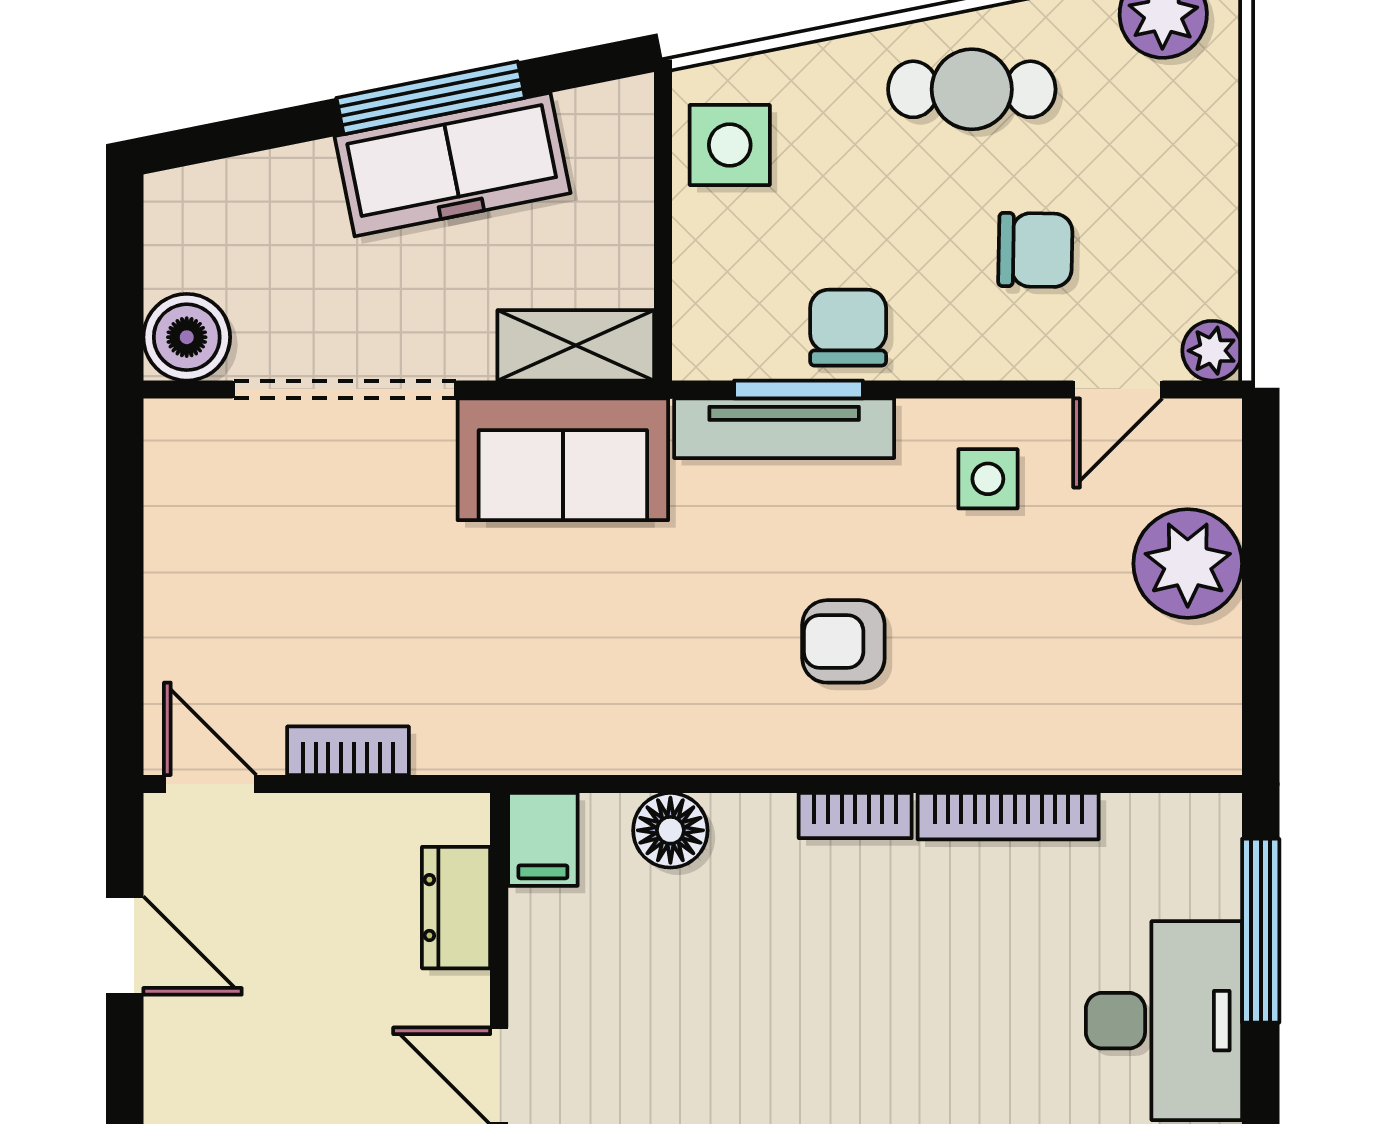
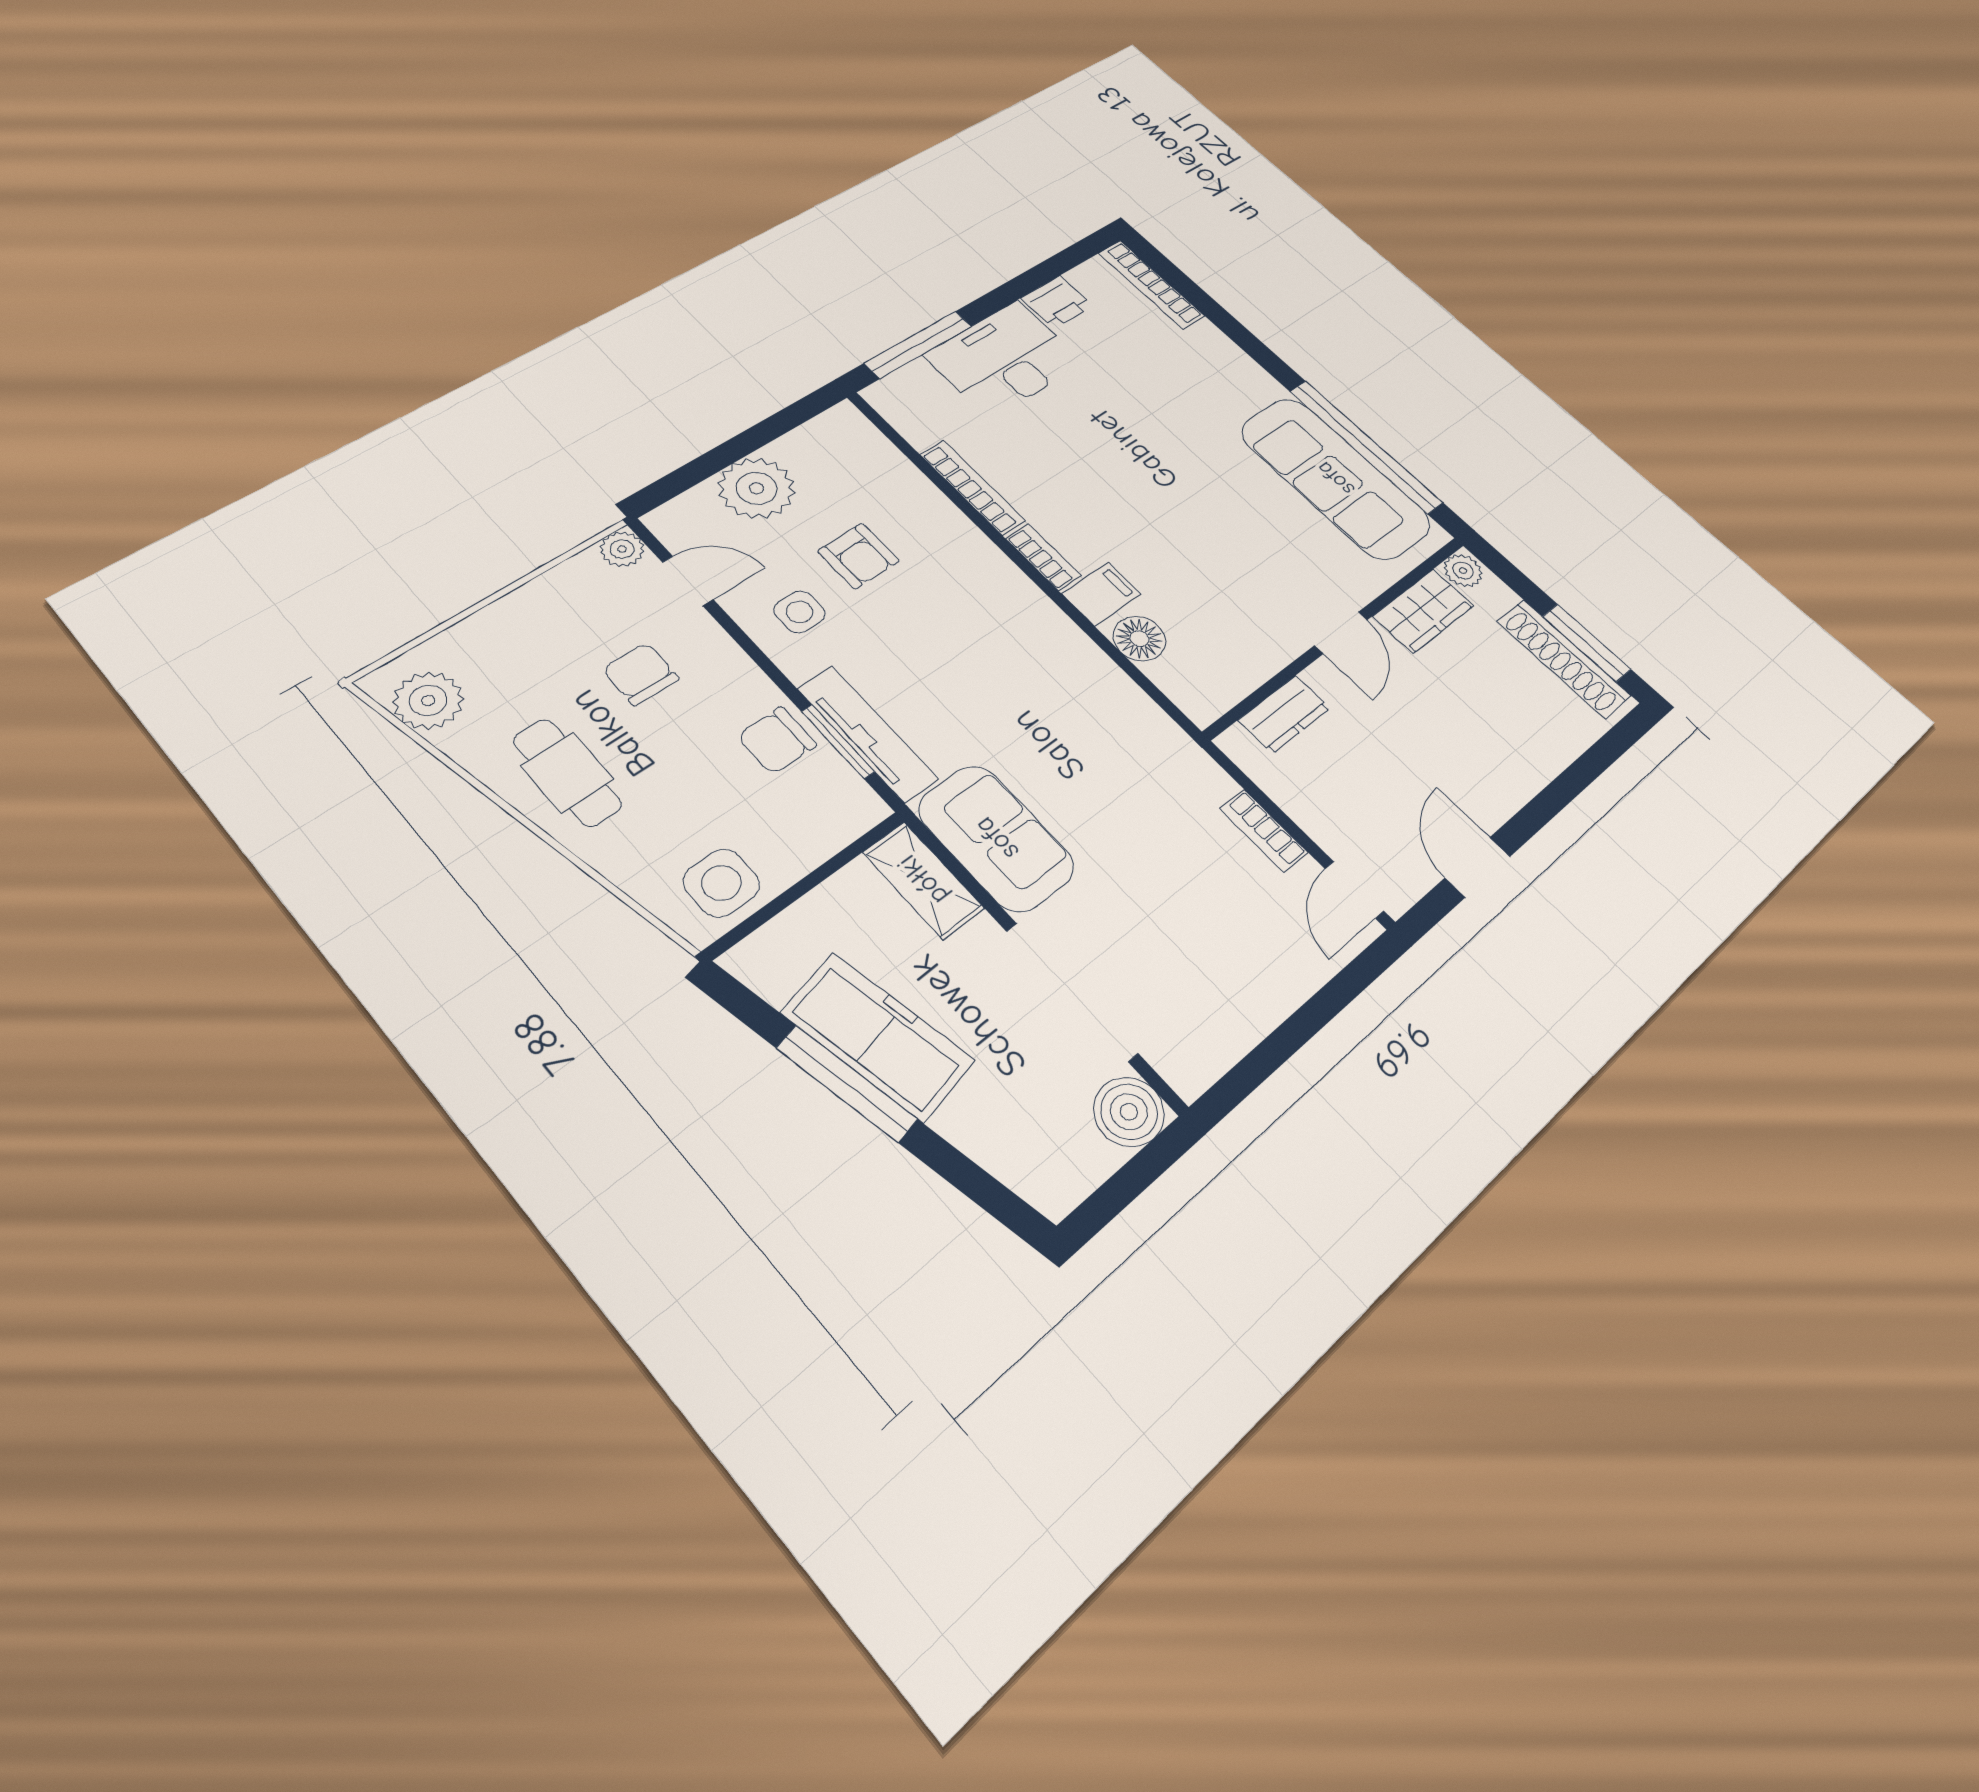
armchair: (843, 641) -> (859, 556), moved
filing cabinet: (543, 839) -> (1101, 594), moved

